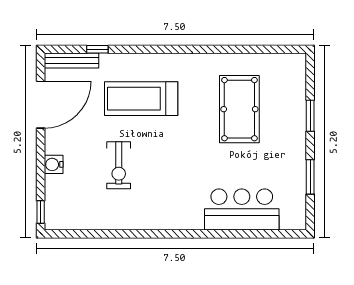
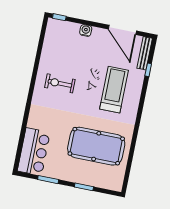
pool table: (239, 109) -> (96, 146), width x1.36, depth x1.32
exercise bike: (119, 165) -> (60, 83), moved
bar counter: (242, 209) -> (34, 152), moved

